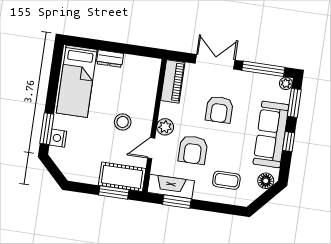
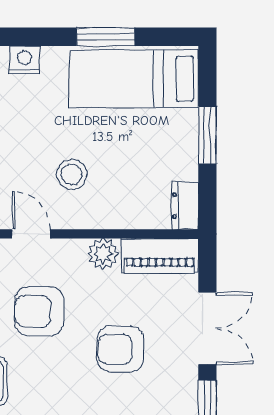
window: (112, 47) -> (207, 135), added
dresser: (110, 59) -> (185, 206), moved
plant: (165, 127) -> (103, 254), moved
window: (47, 129) -> (106, 37), moved

